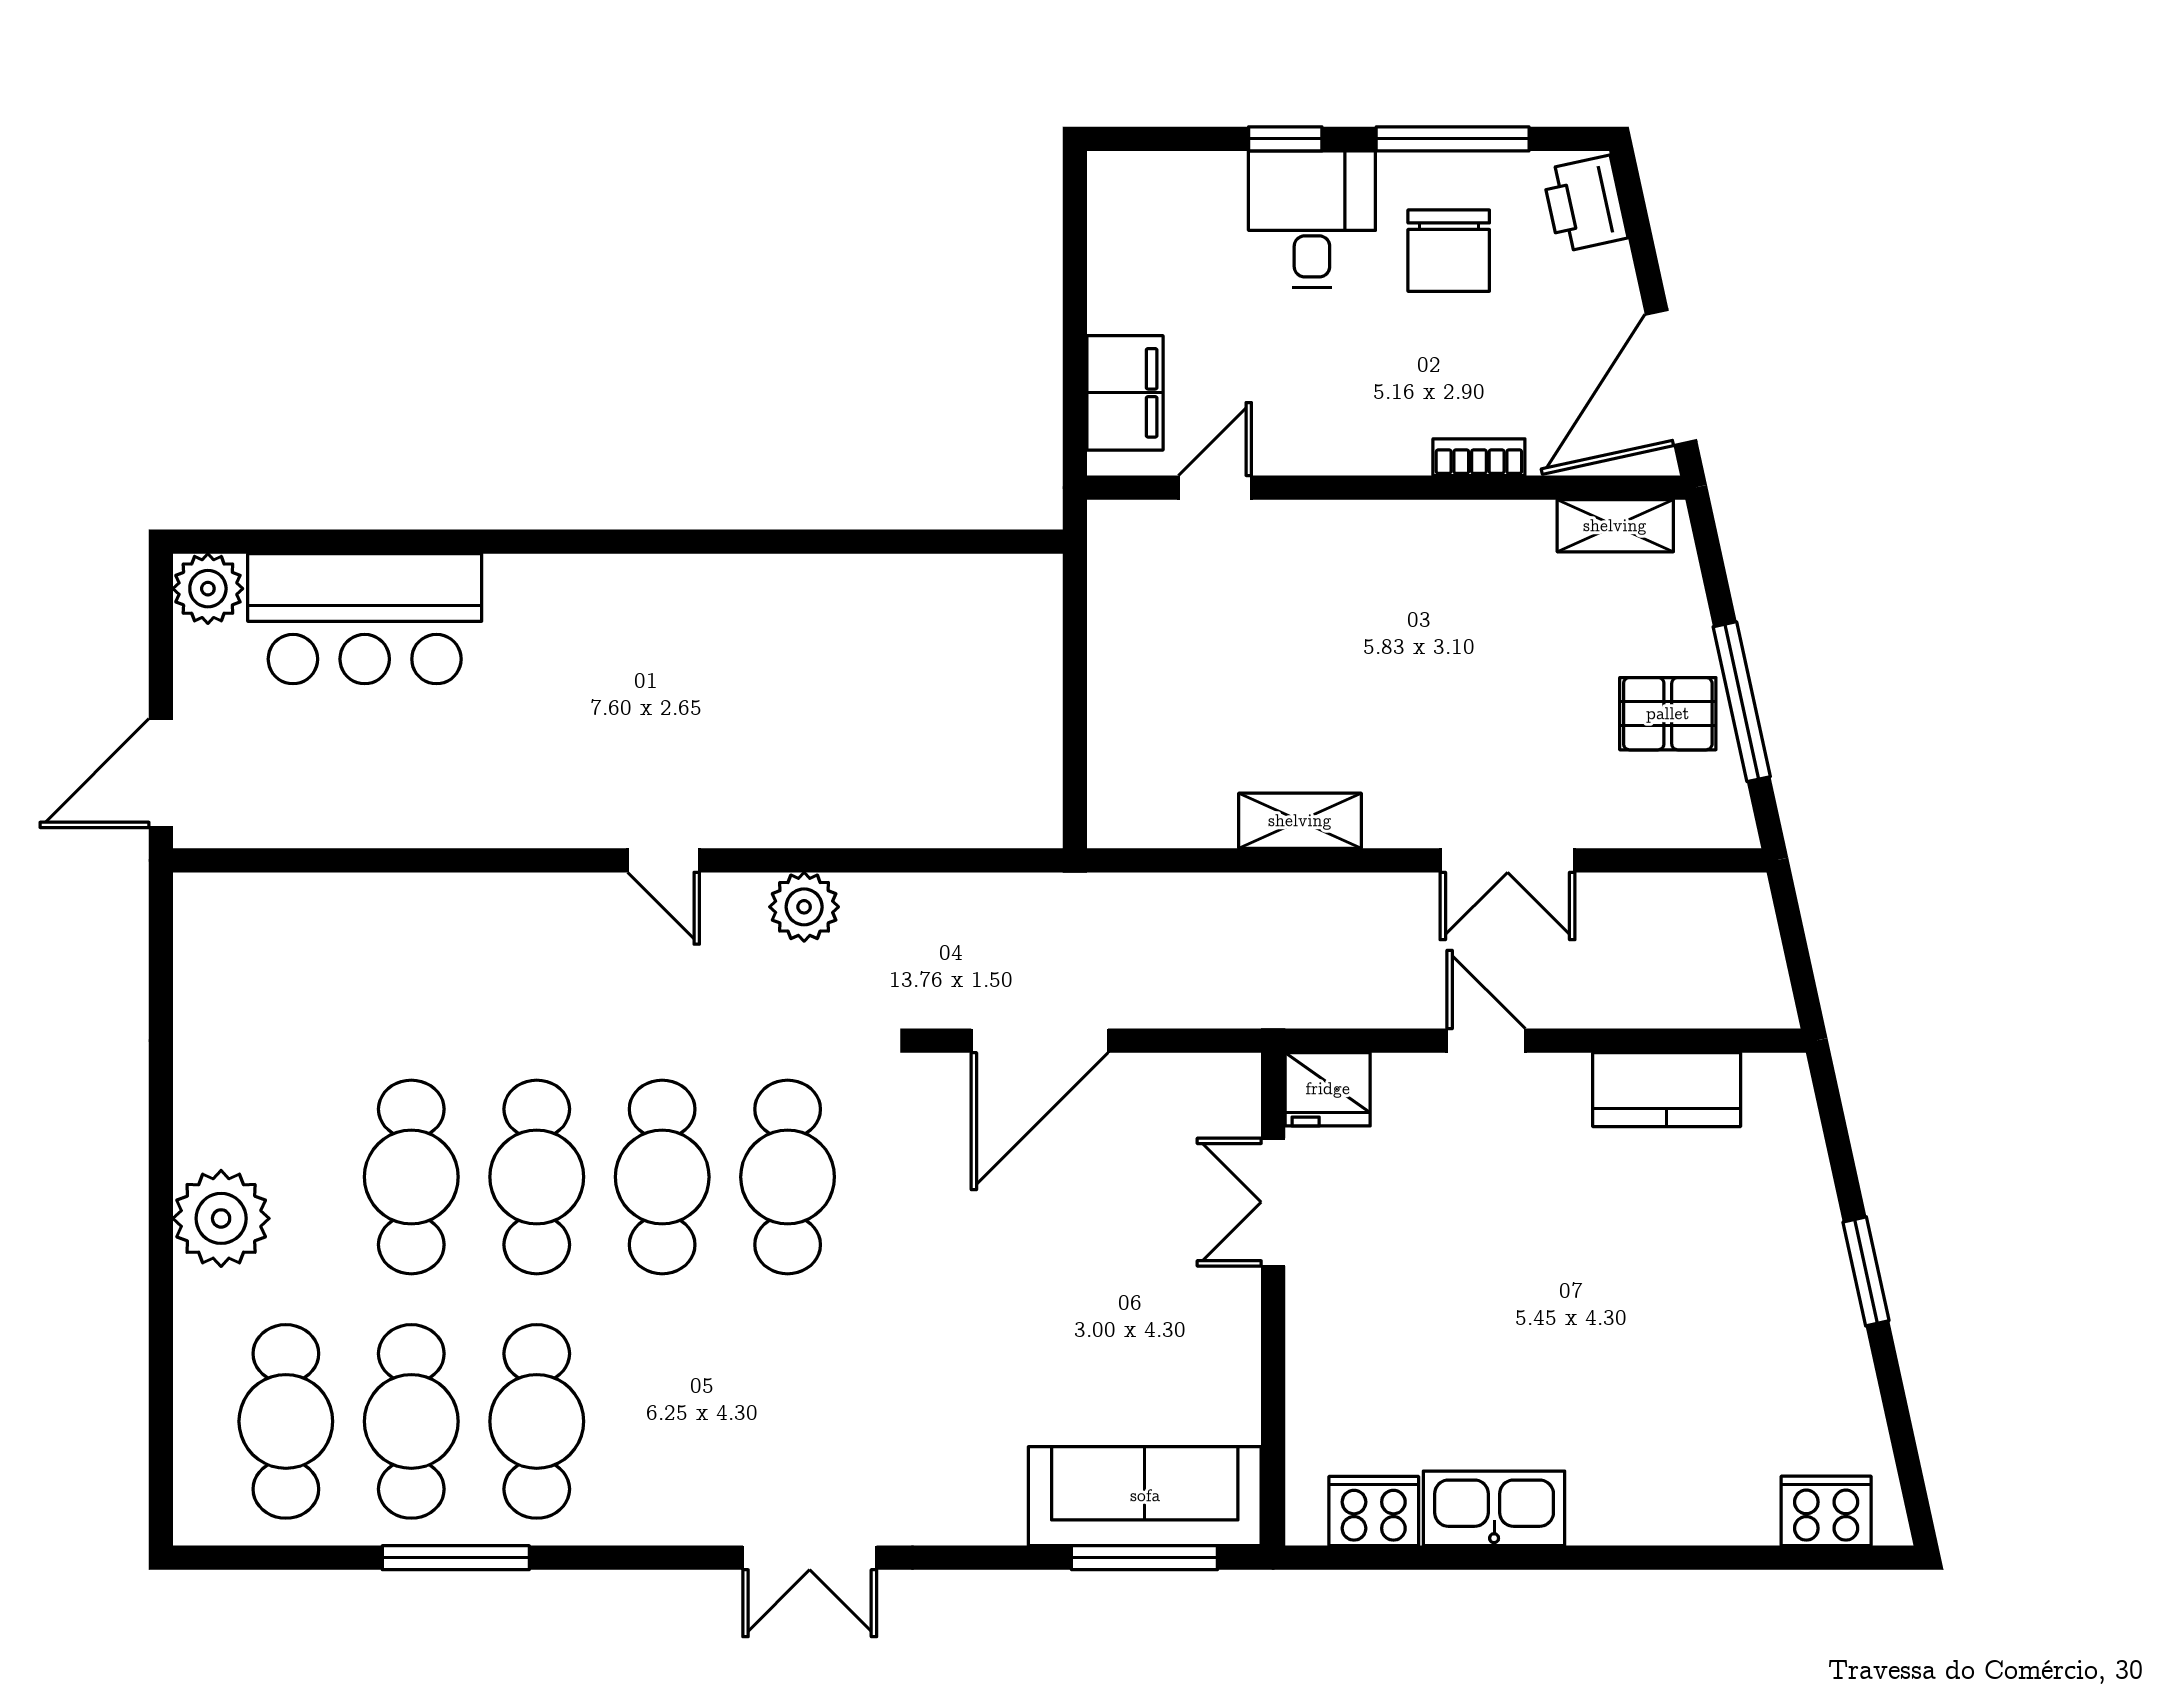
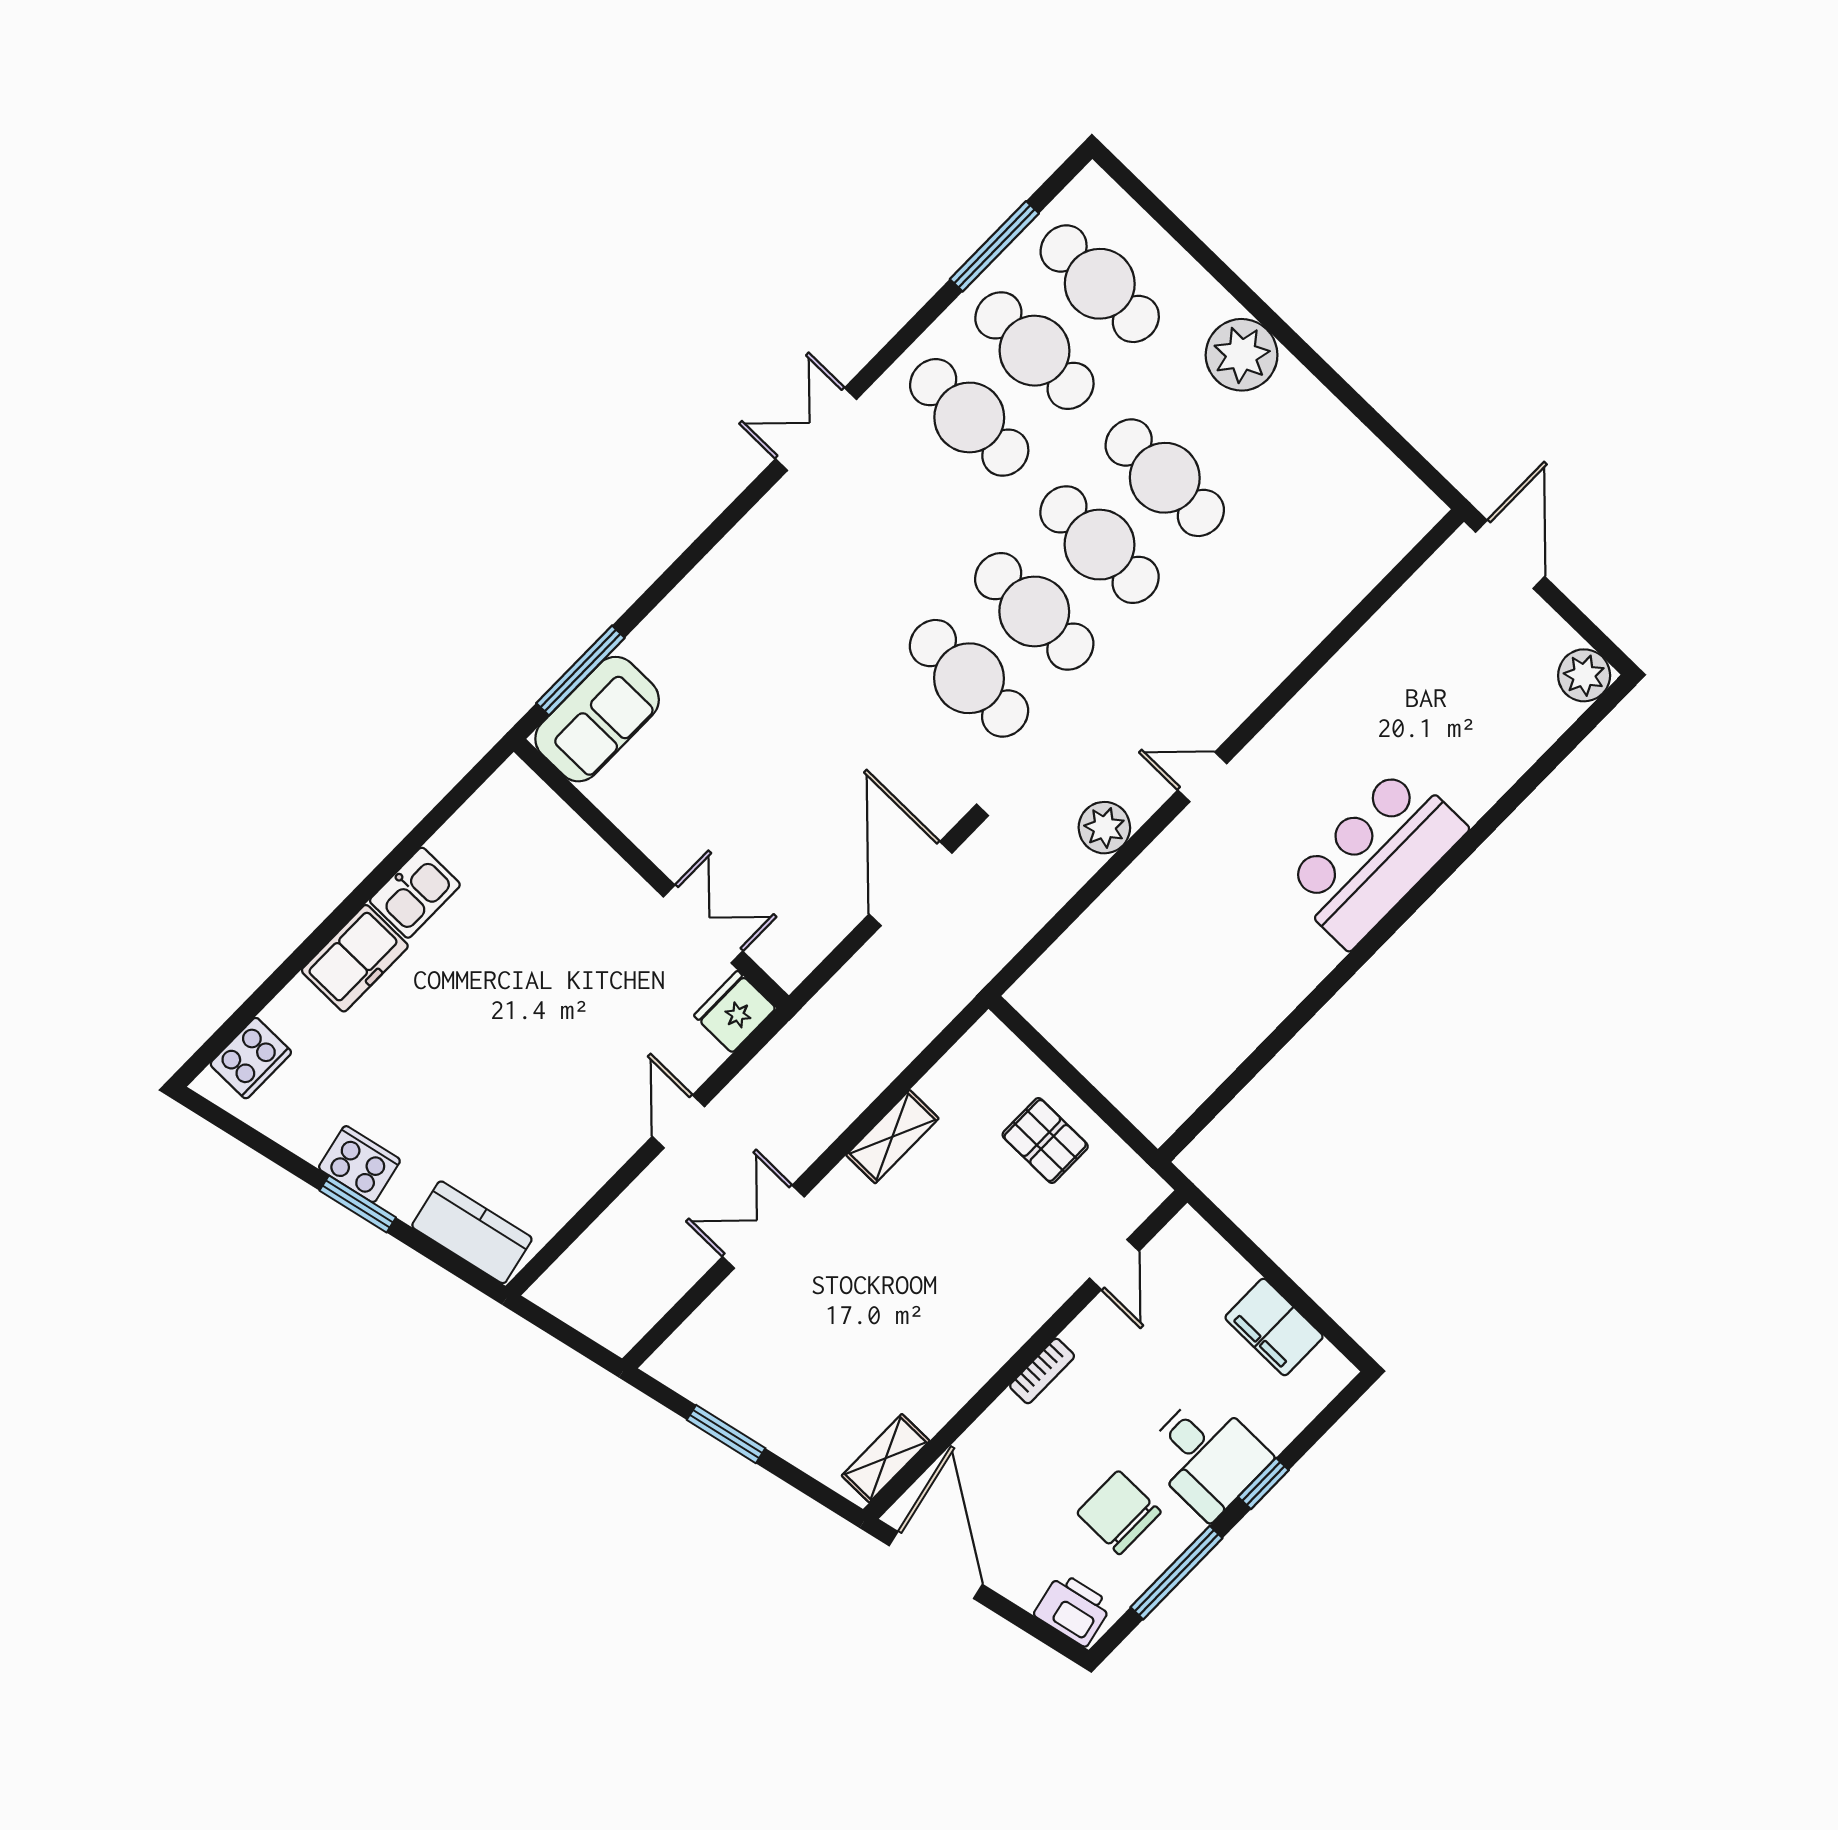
filing cabinet: (1125, 393) -> (1274, 1327), moved
bookcase: (1479, 457) -> (1042, 1371), moved
bar counter: (365, 619) -> (1375, 857), moved
window: (1742, 702) -> (726, 1434), width x0.69
pallet: (1668, 714) -> (1045, 1141), moved, turned 90
door: (1486, 1041) -> (678, 1122), swing flipped
kitchen counter: (1667, 1090) -> (472, 1232), moved, turned 78
sofa: (1145, 1496) -> (597, 719), width x0.73
freezer: (1633, 1505) -> (355, 958), added
kitchen sink: (1494, 1508) -> (415, 893), width x0.73
cooker: (1374, 1511) -> (359, 1164), moved, turned -102
window: (456, 1558) -> (994, 246), moved
double door: (810, 1558) -> (816, 429), moved

